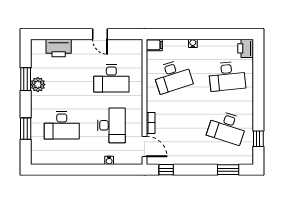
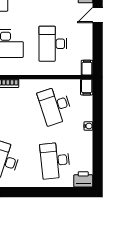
door: (100, 34) -> (98, 15), moved
filing cabinet: (135, 45) -> (87, 68), added

